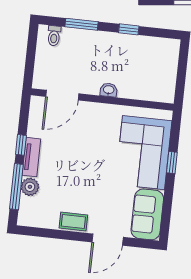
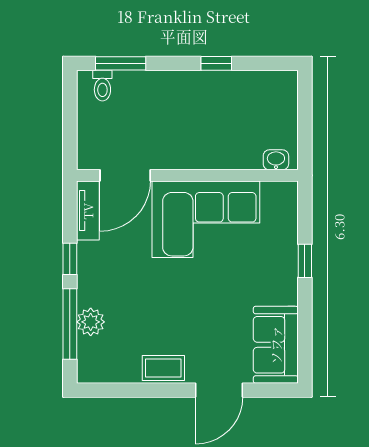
window: (81, 24) -> (121, 63), moved
washbasin: (109, 90) -> (276, 160), moved
corner sofa: (144, 153) -> (206, 219), moved, turned -90
tv unit: (31, 157) -> (88, 211), moved

